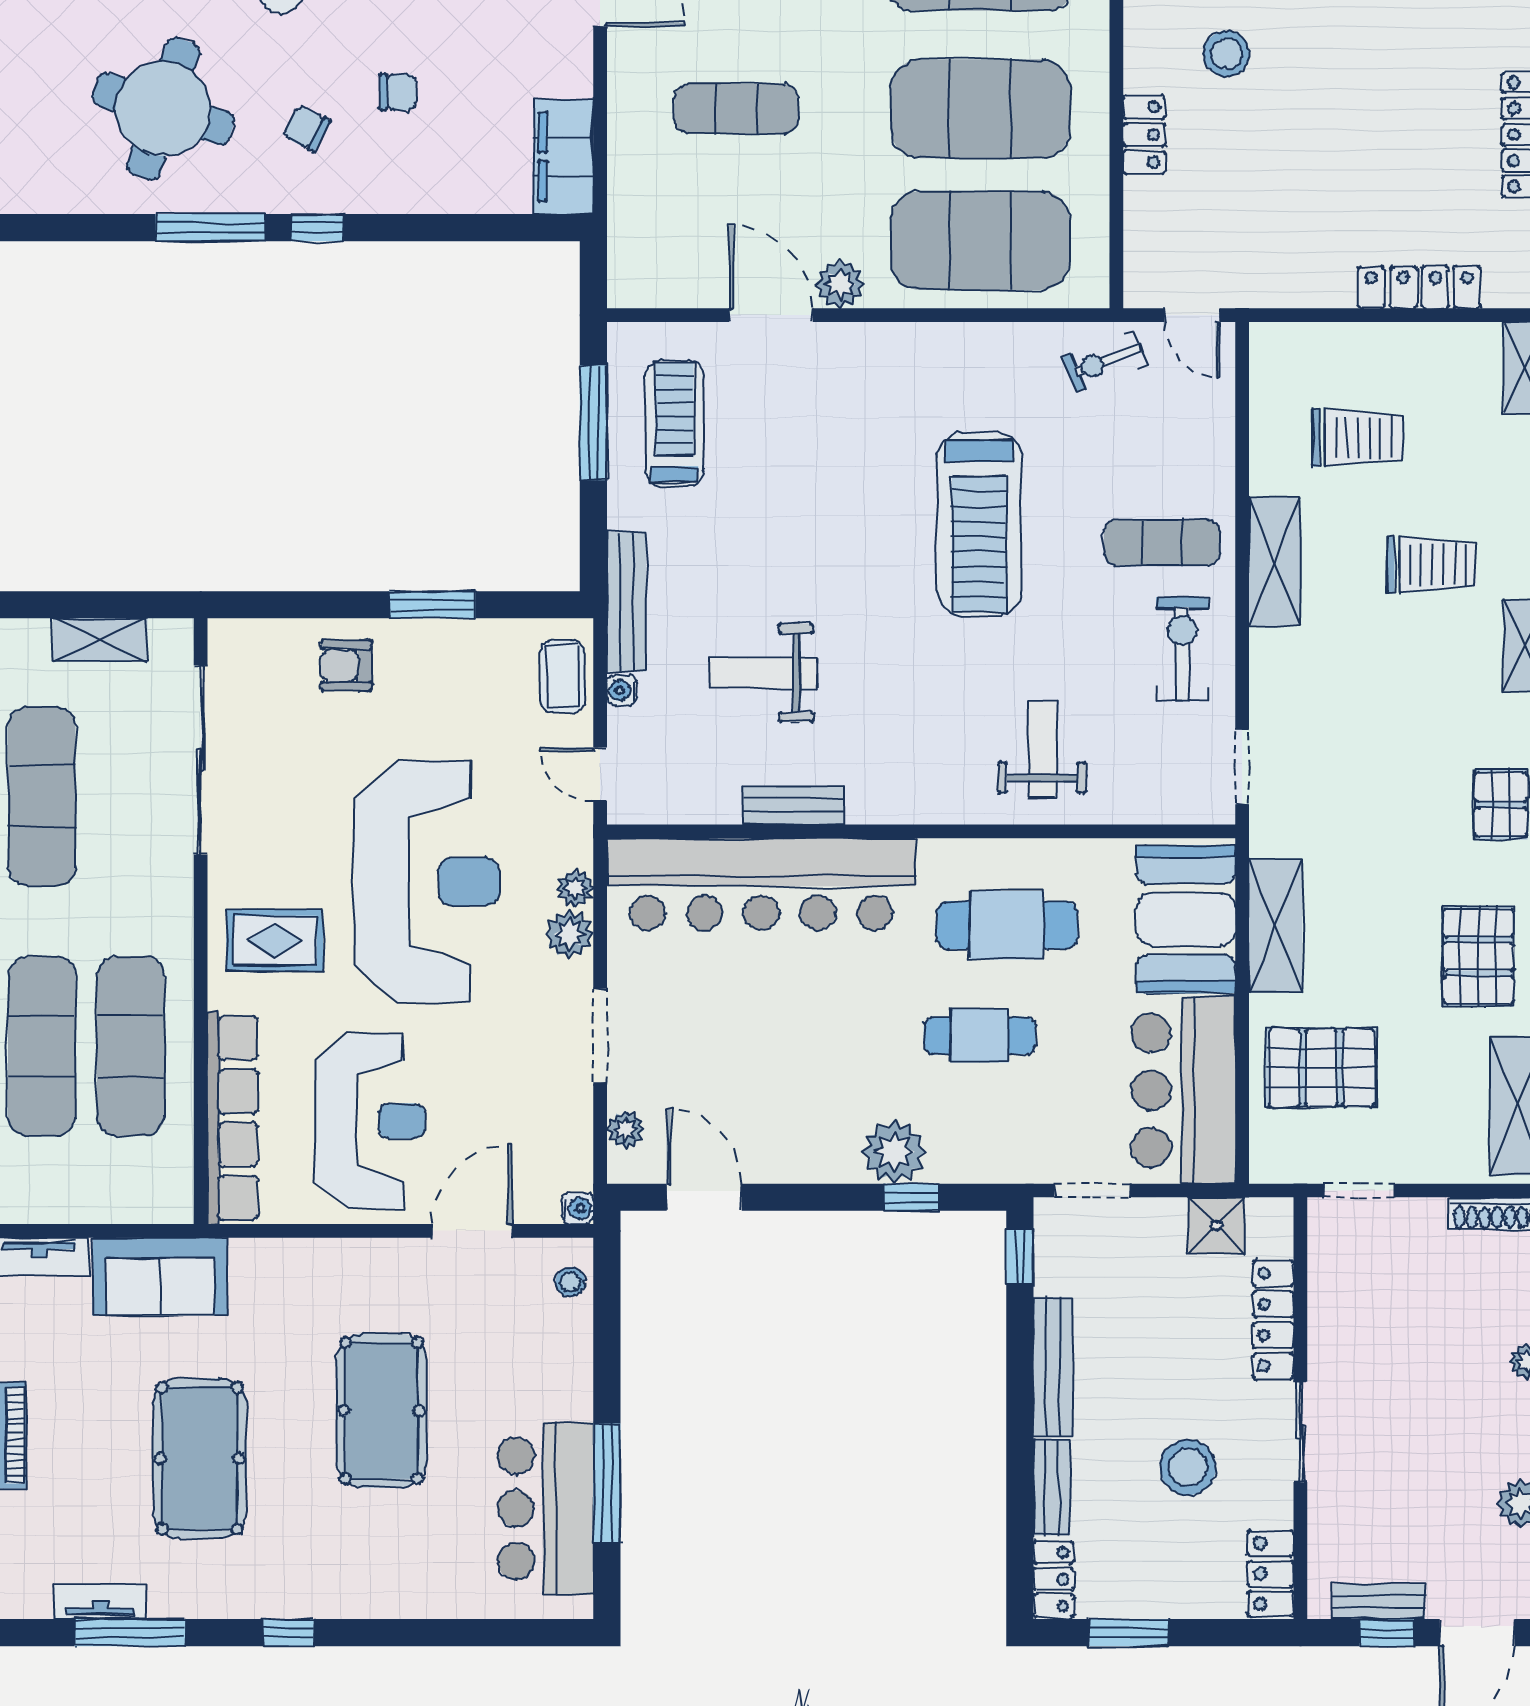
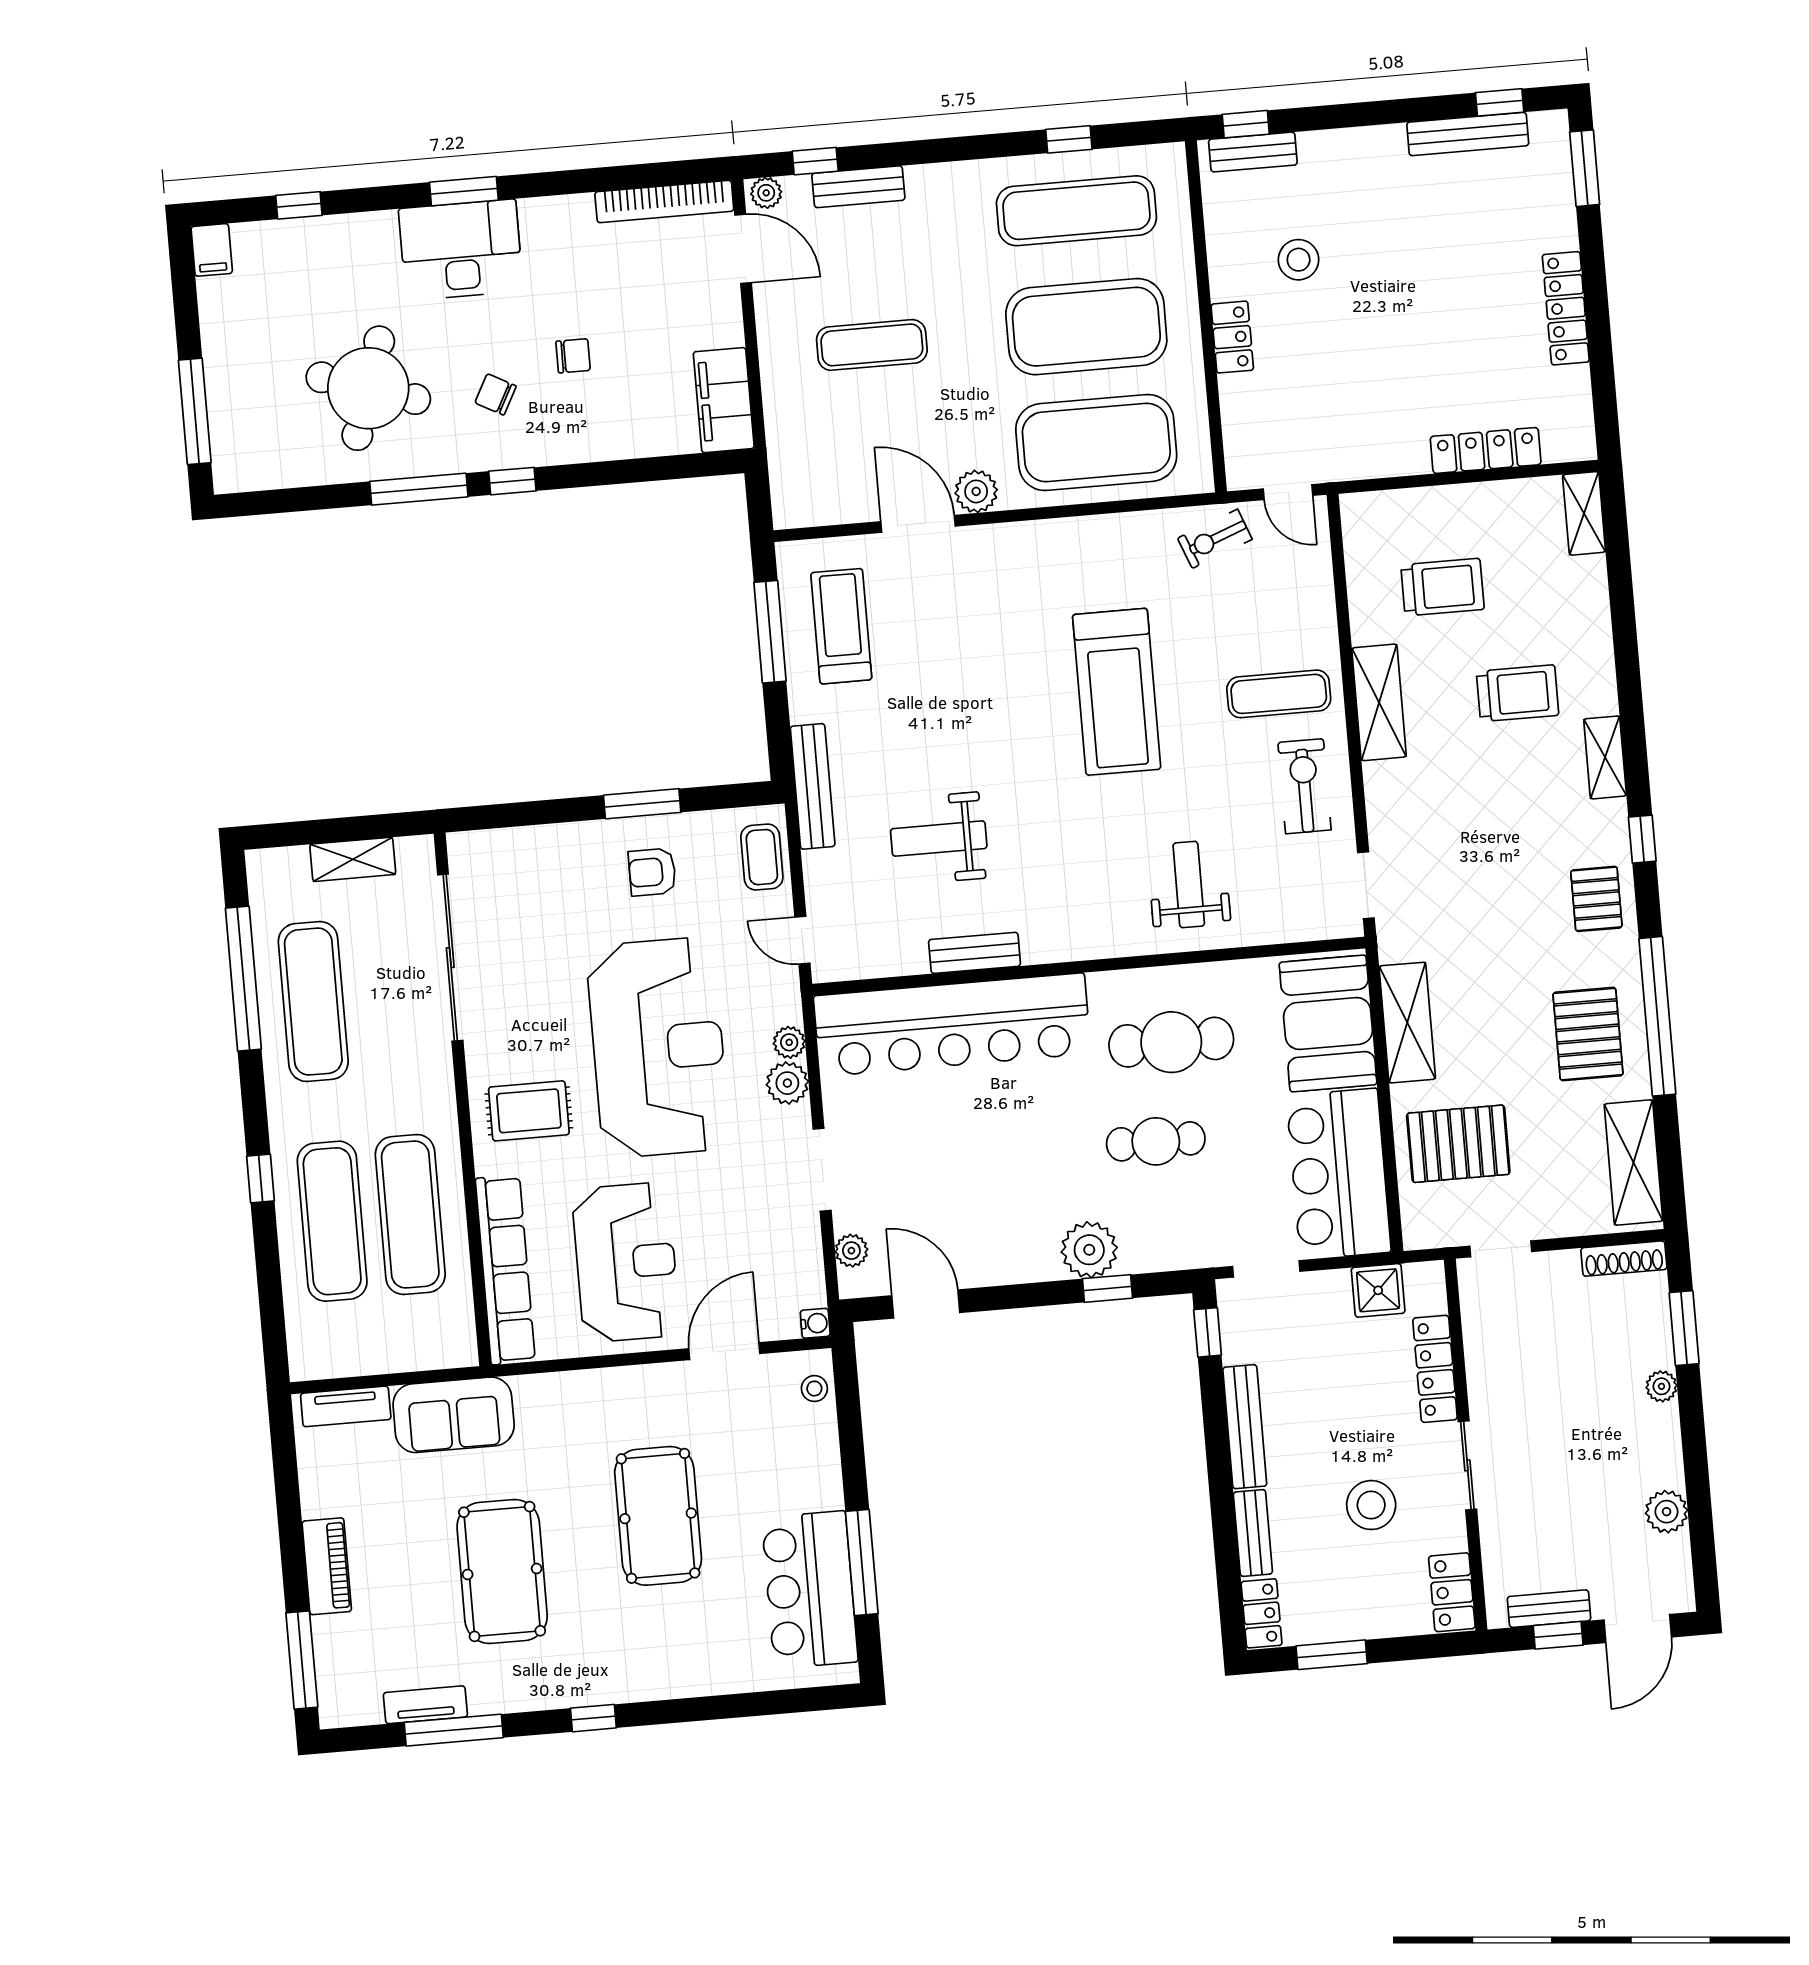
armchair: (346, 665) -> (652, 872), moved
water cooler: (622, 690) -> (815, 865), removed

